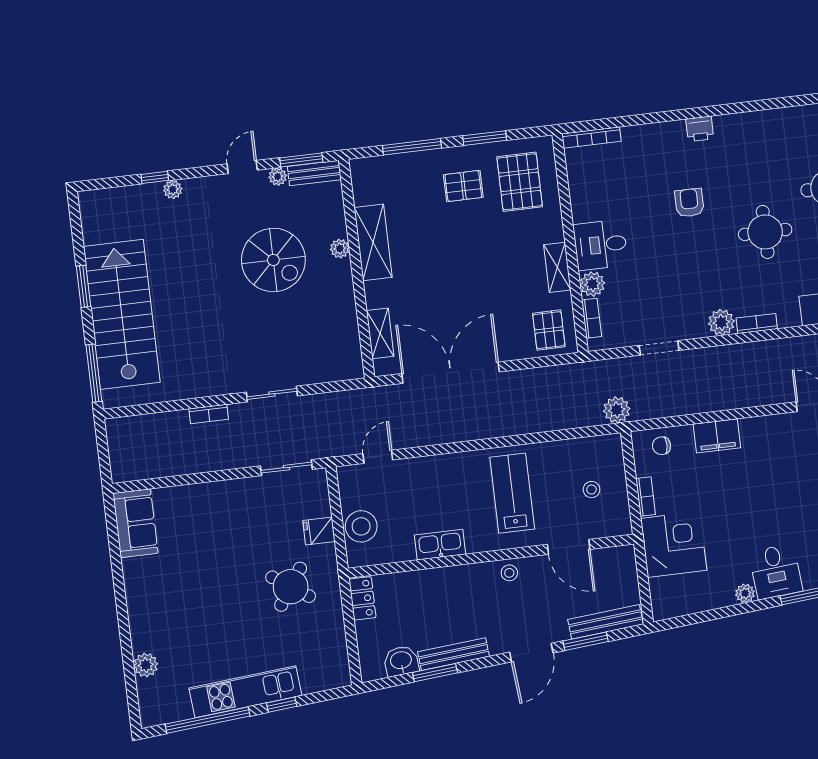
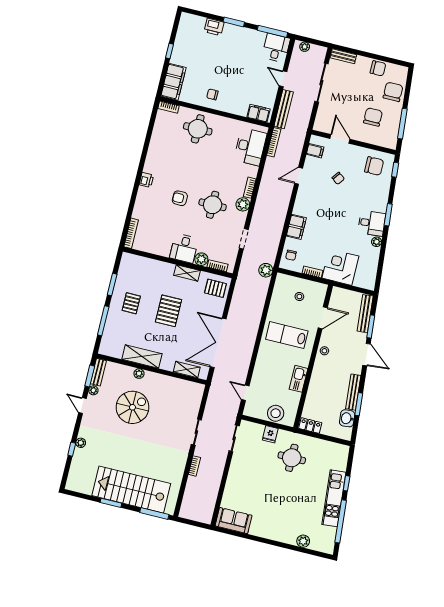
pallet: (520, 182) -> (169, 311), moved, turned 90
round table: (765, 232) -> (213, 205), moved
round table: (291, 587) -> (292, 458), turned -34

